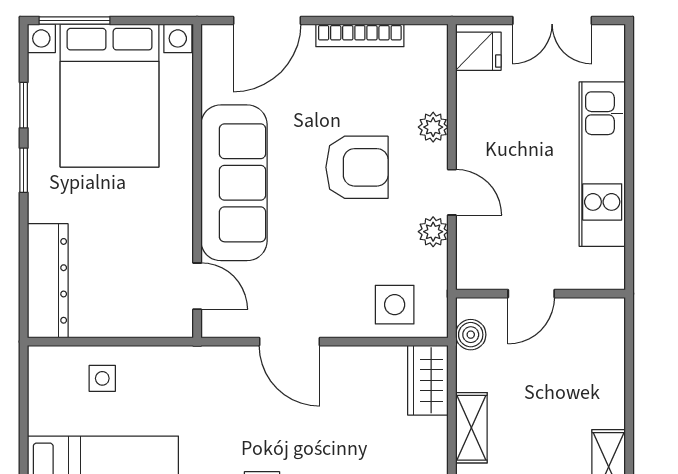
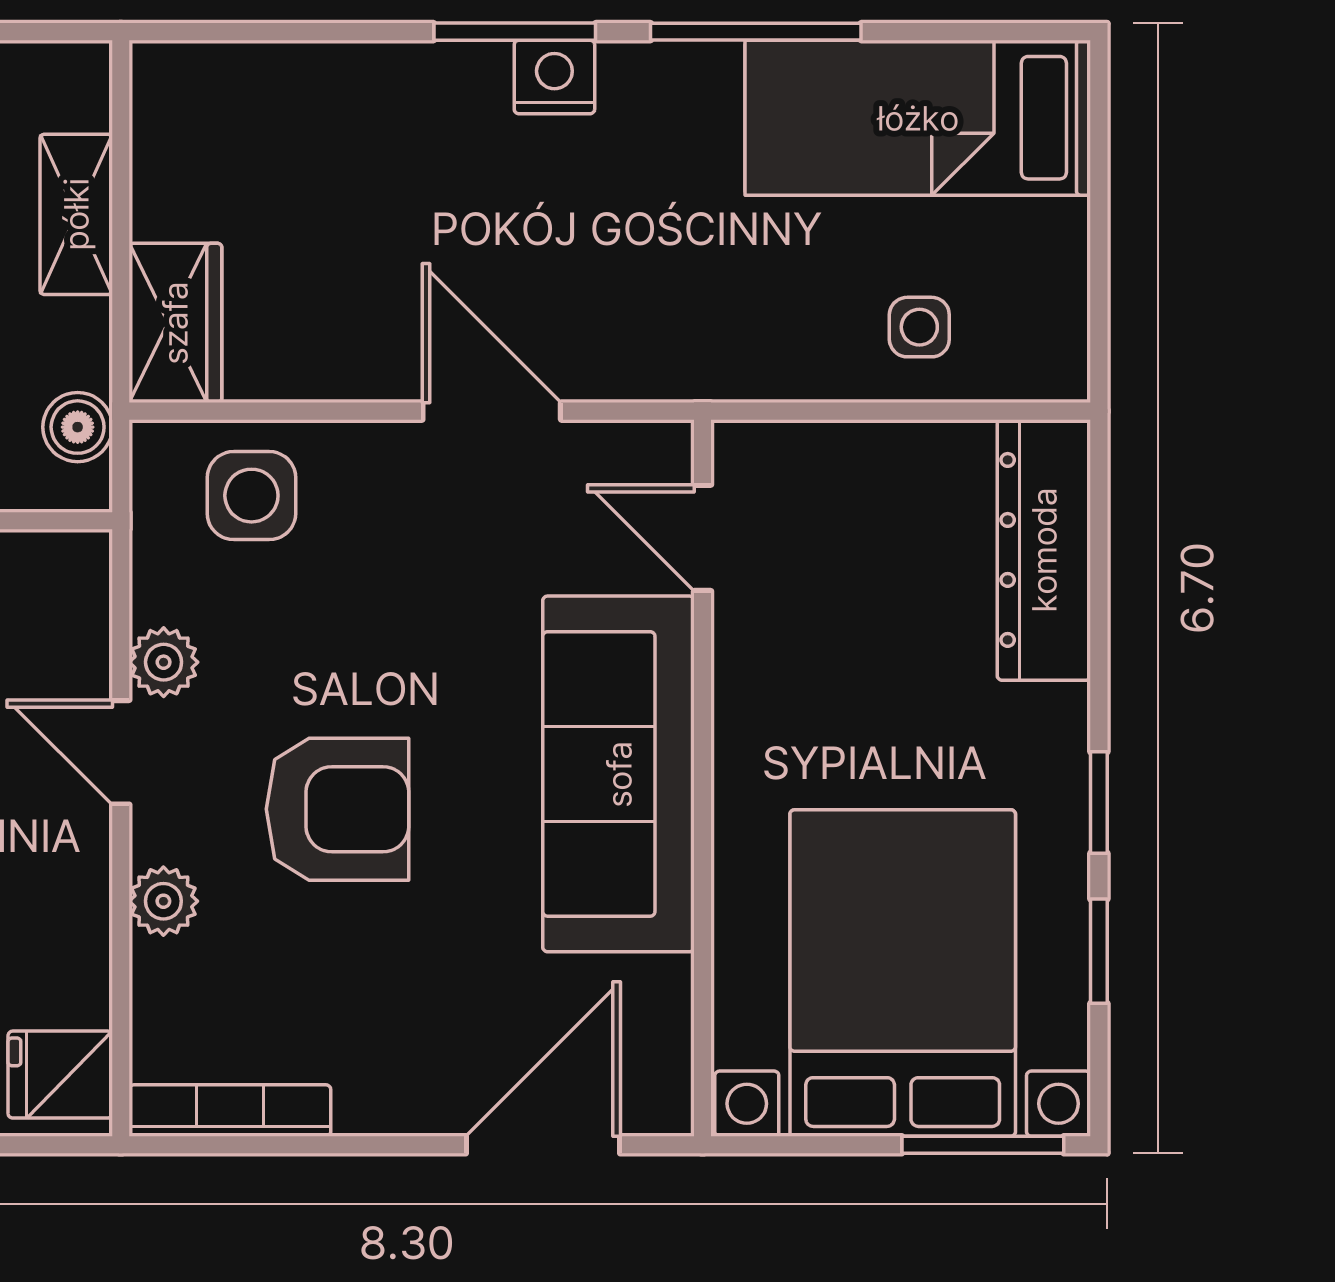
bookcase: (360, 35) -> (230, 1111), moved
armchair: (357, 167) -> (337, 809), turned 180

